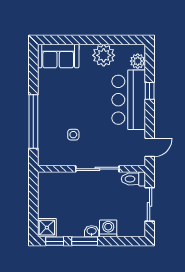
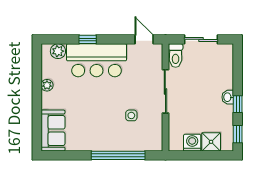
plant: (104, 55) -> (47, 85), width x0.53, depth x0.53
shower: (47, 228) -> (211, 142), moved
washing machine: (108, 228) -> (192, 143), moved, turned 90
window: (85, 241) -> (238, 104), width x0.67

